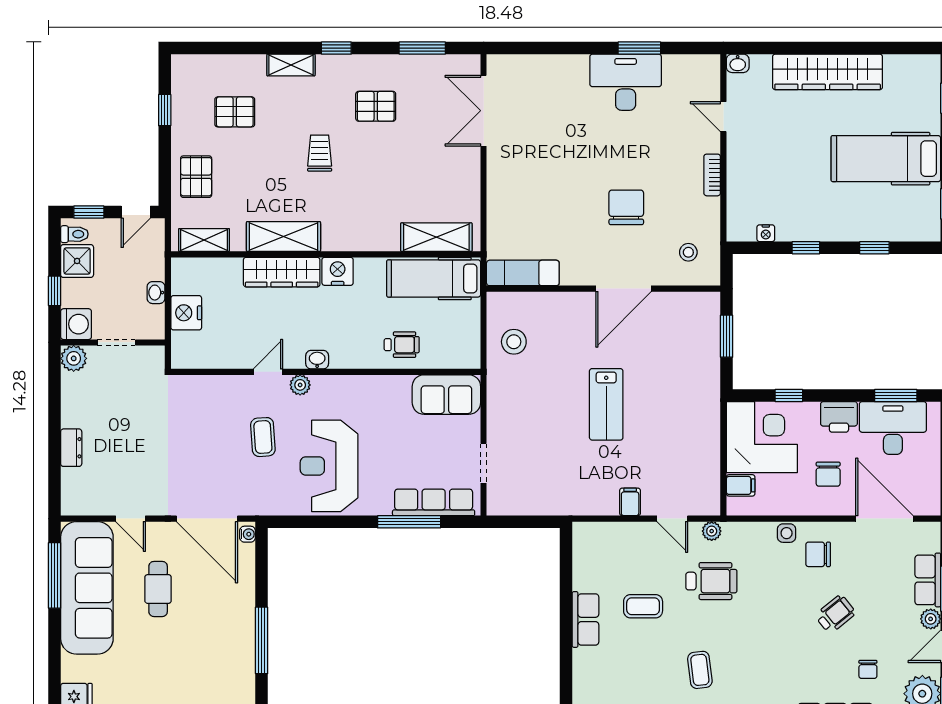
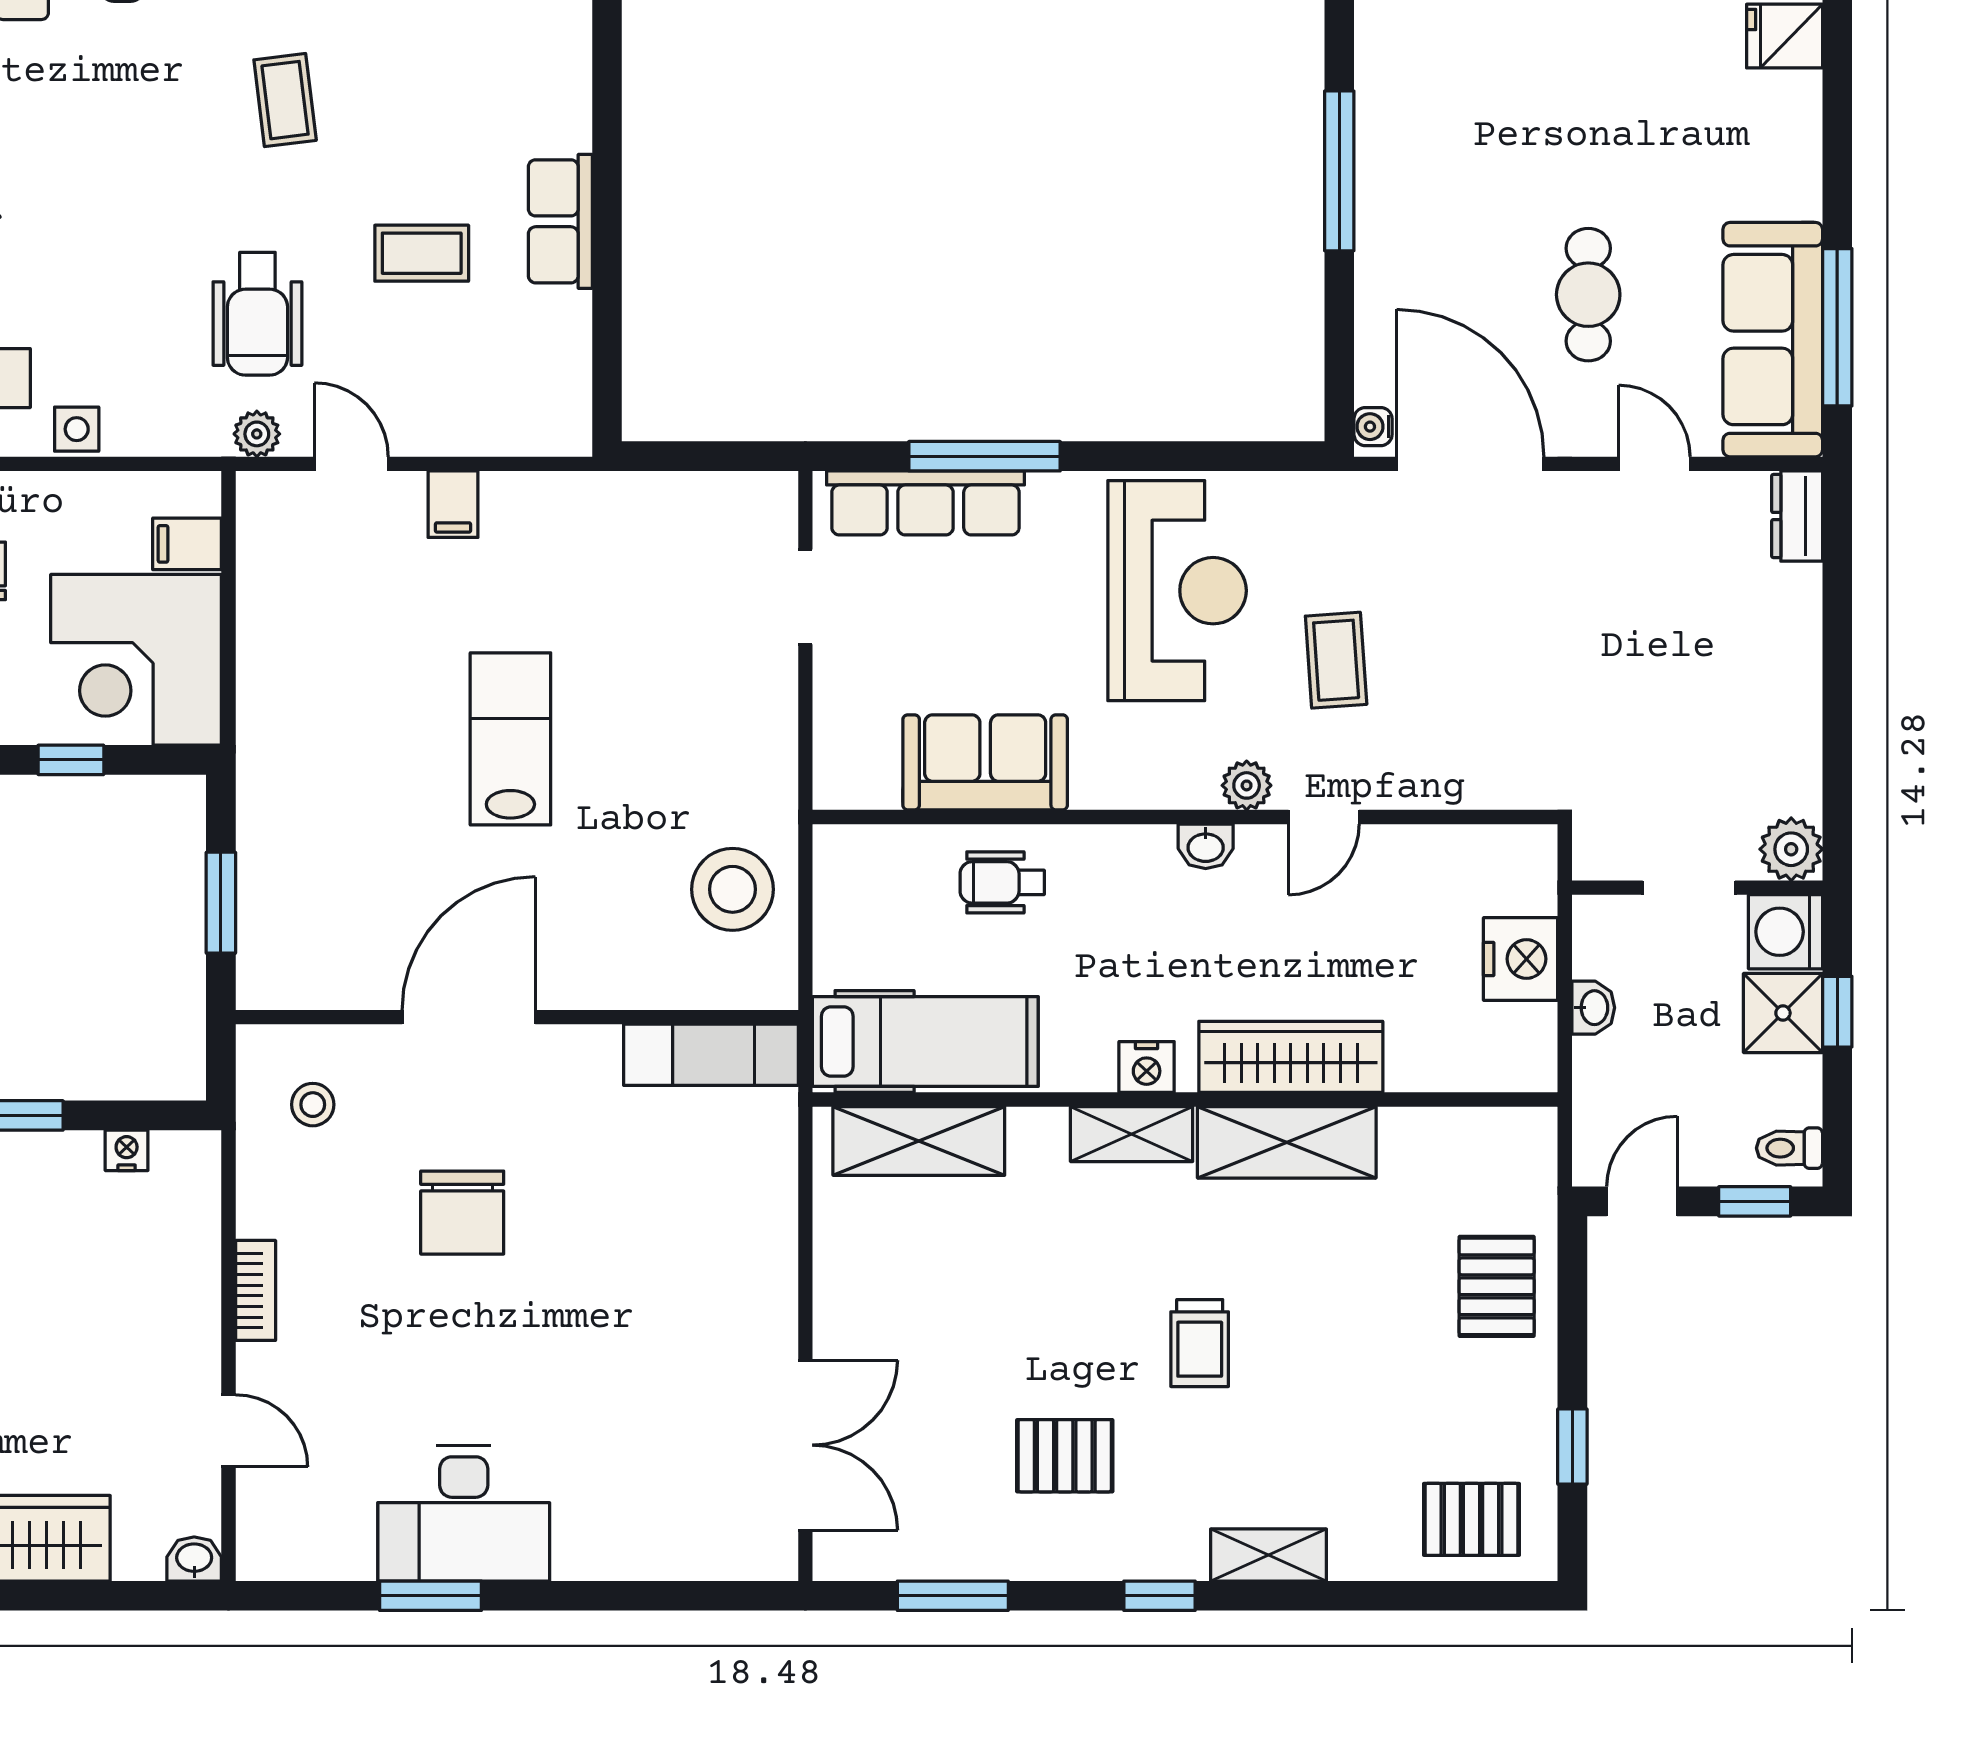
pallet: (235, 112) -> (1471, 1519), moved
shelving: (204, 240) -> (1132, 1134), moved
shower: (77, 261) -> (1783, 1013), moved
nightstand: (338, 271) -> (1147, 1067), width x0.74, depth x0.75
stool: (514, 342) -> (733, 889), width x1.38, depth x1.38
sofa: (446, 395) -> (985, 762), moved
dresser: (71, 448) -> (1797, 516), moved
wheelchair: (711, 581) -> (257, 314), turned -90
sofa: (87, 588) -> (1773, 340), width x0.74, depth x0.79

